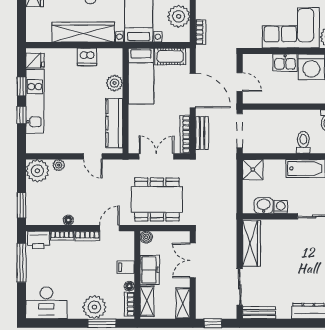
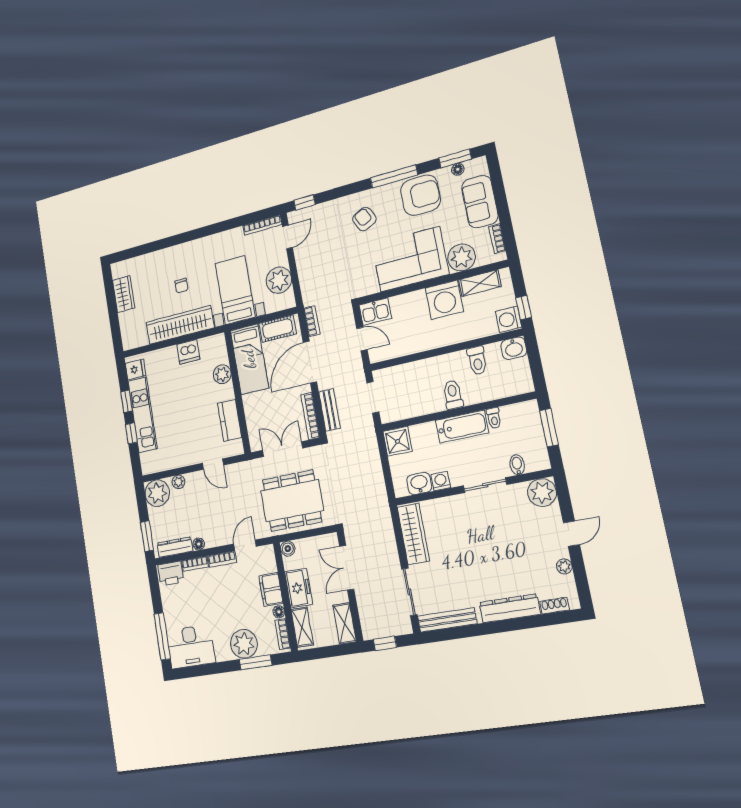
bookcase: (201, 32) -> (312, 321), moved
kitchen sink: (285, 63) -> (375, 312), moved
door: (193, 91) -> (310, 362), swing flipped
kitchen counter: (114, 123) -> (230, 420), width x0.67
doorway: (240, 131) -> (373, 397), width x0.73
dresser: (46, 219) -> (175, 547), added
window: (22, 263) -> (162, 636), moved
filing cabinet: (126, 267) -> (271, 589), width x2.00
bench: (259, 313) -> (447, 620), width x1.36

